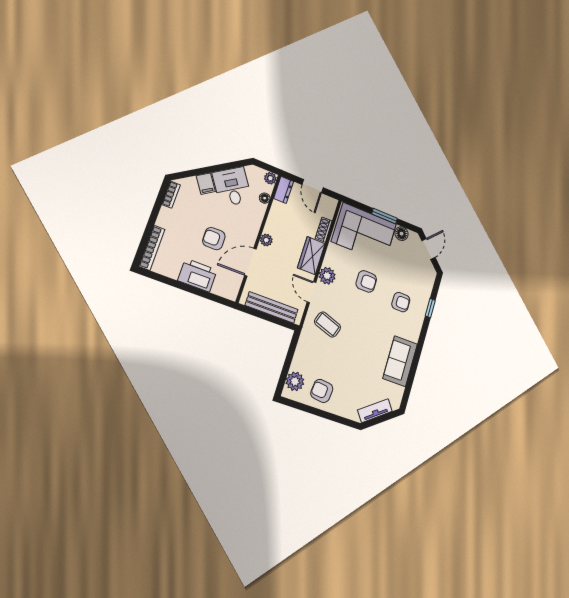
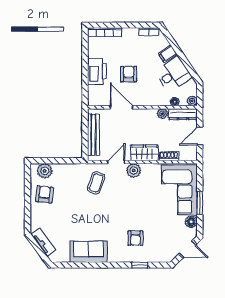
dresser: (284, 190) -> (183, 114), width x1.44
plant: (266, 240) -> (162, 114), moved
armchair: (366, 281) -> (141, 204), removed

